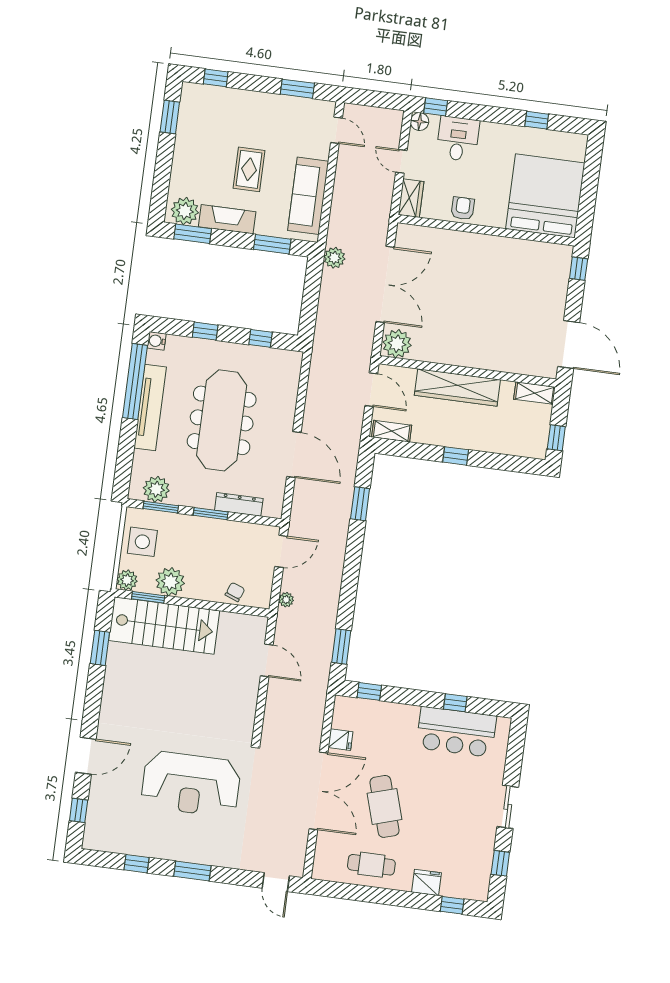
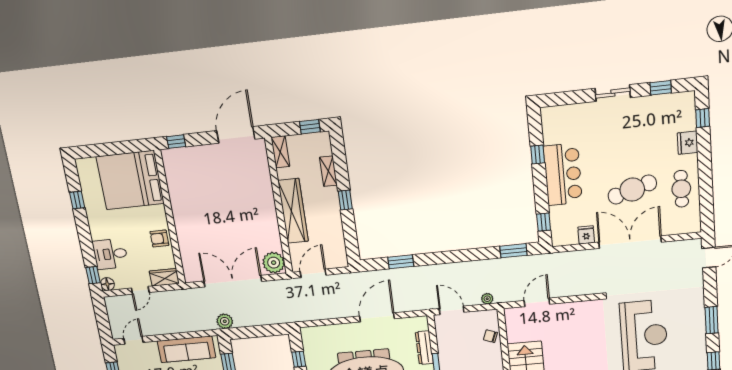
shelving: (392, 431) -> (328, 171), moved
bar counter: (456, 732) -> (563, 174), moved

